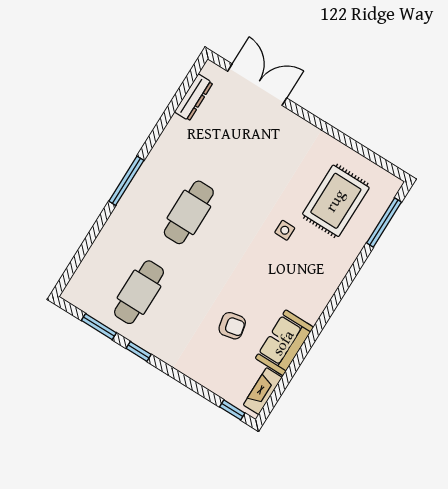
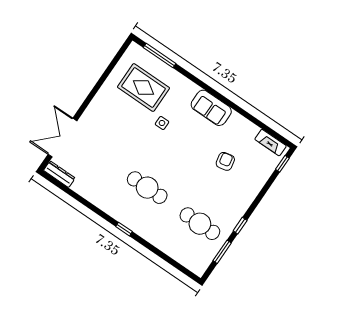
dresser: (194, 97) -> (59, 174), moved
window: (126, 181) -> (124, 229), width x0.46
sofa: (284, 343) -> (211, 108), moved

